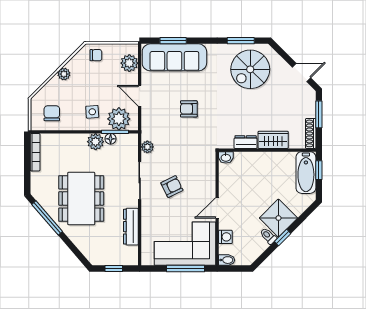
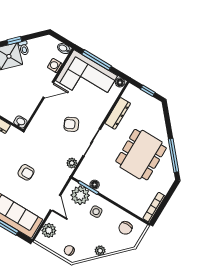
plant: (96, 142) -> (107, 189), removed
floor lamp: (148, 260) -> (120, 82), added

